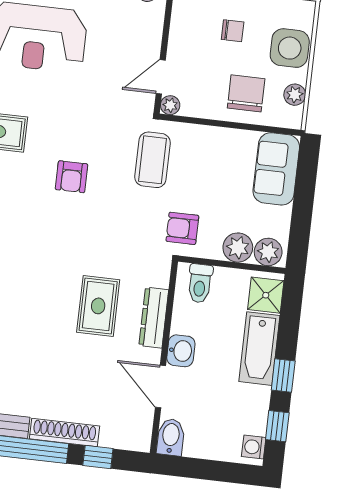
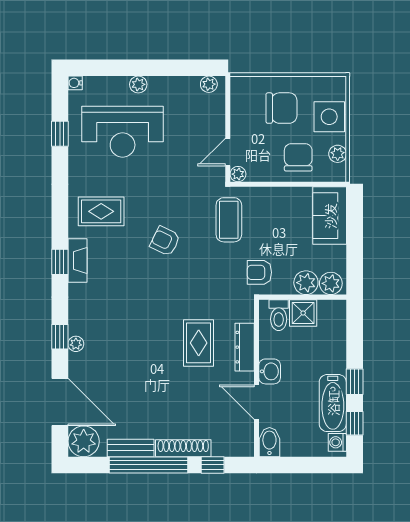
chair: (233, 31) -> (281, 108), width x1.87, depth x1.87
armchair: (72, 177) -> (165, 241), turned 116
shower: (266, 295) -> (303, 313), moved
bathtub: (259, 349) -> (333, 403), moved

